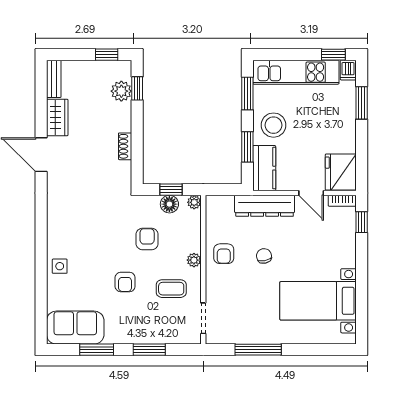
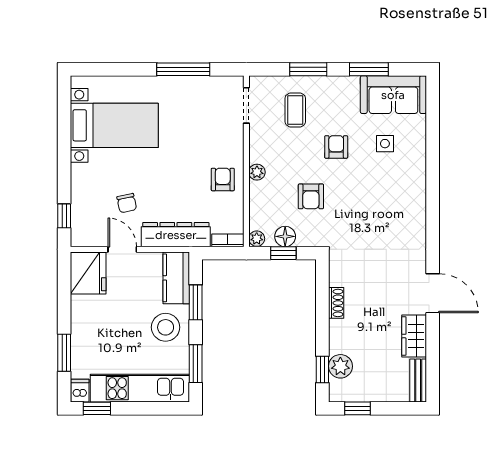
bookcase: (342, 201) -> (228, 240), moved
chair: (264, 256) -> (127, 203), moved
side table: (60, 266) -> (385, 144), moved
coffee table: (171, 289) -> (295, 110), moved, turned 90

